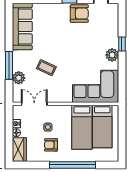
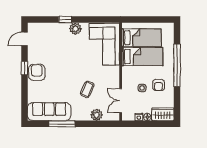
armchair: (79, 14) -> (37, 72), moved
window: (9, 65) -> (62, 124), moved

